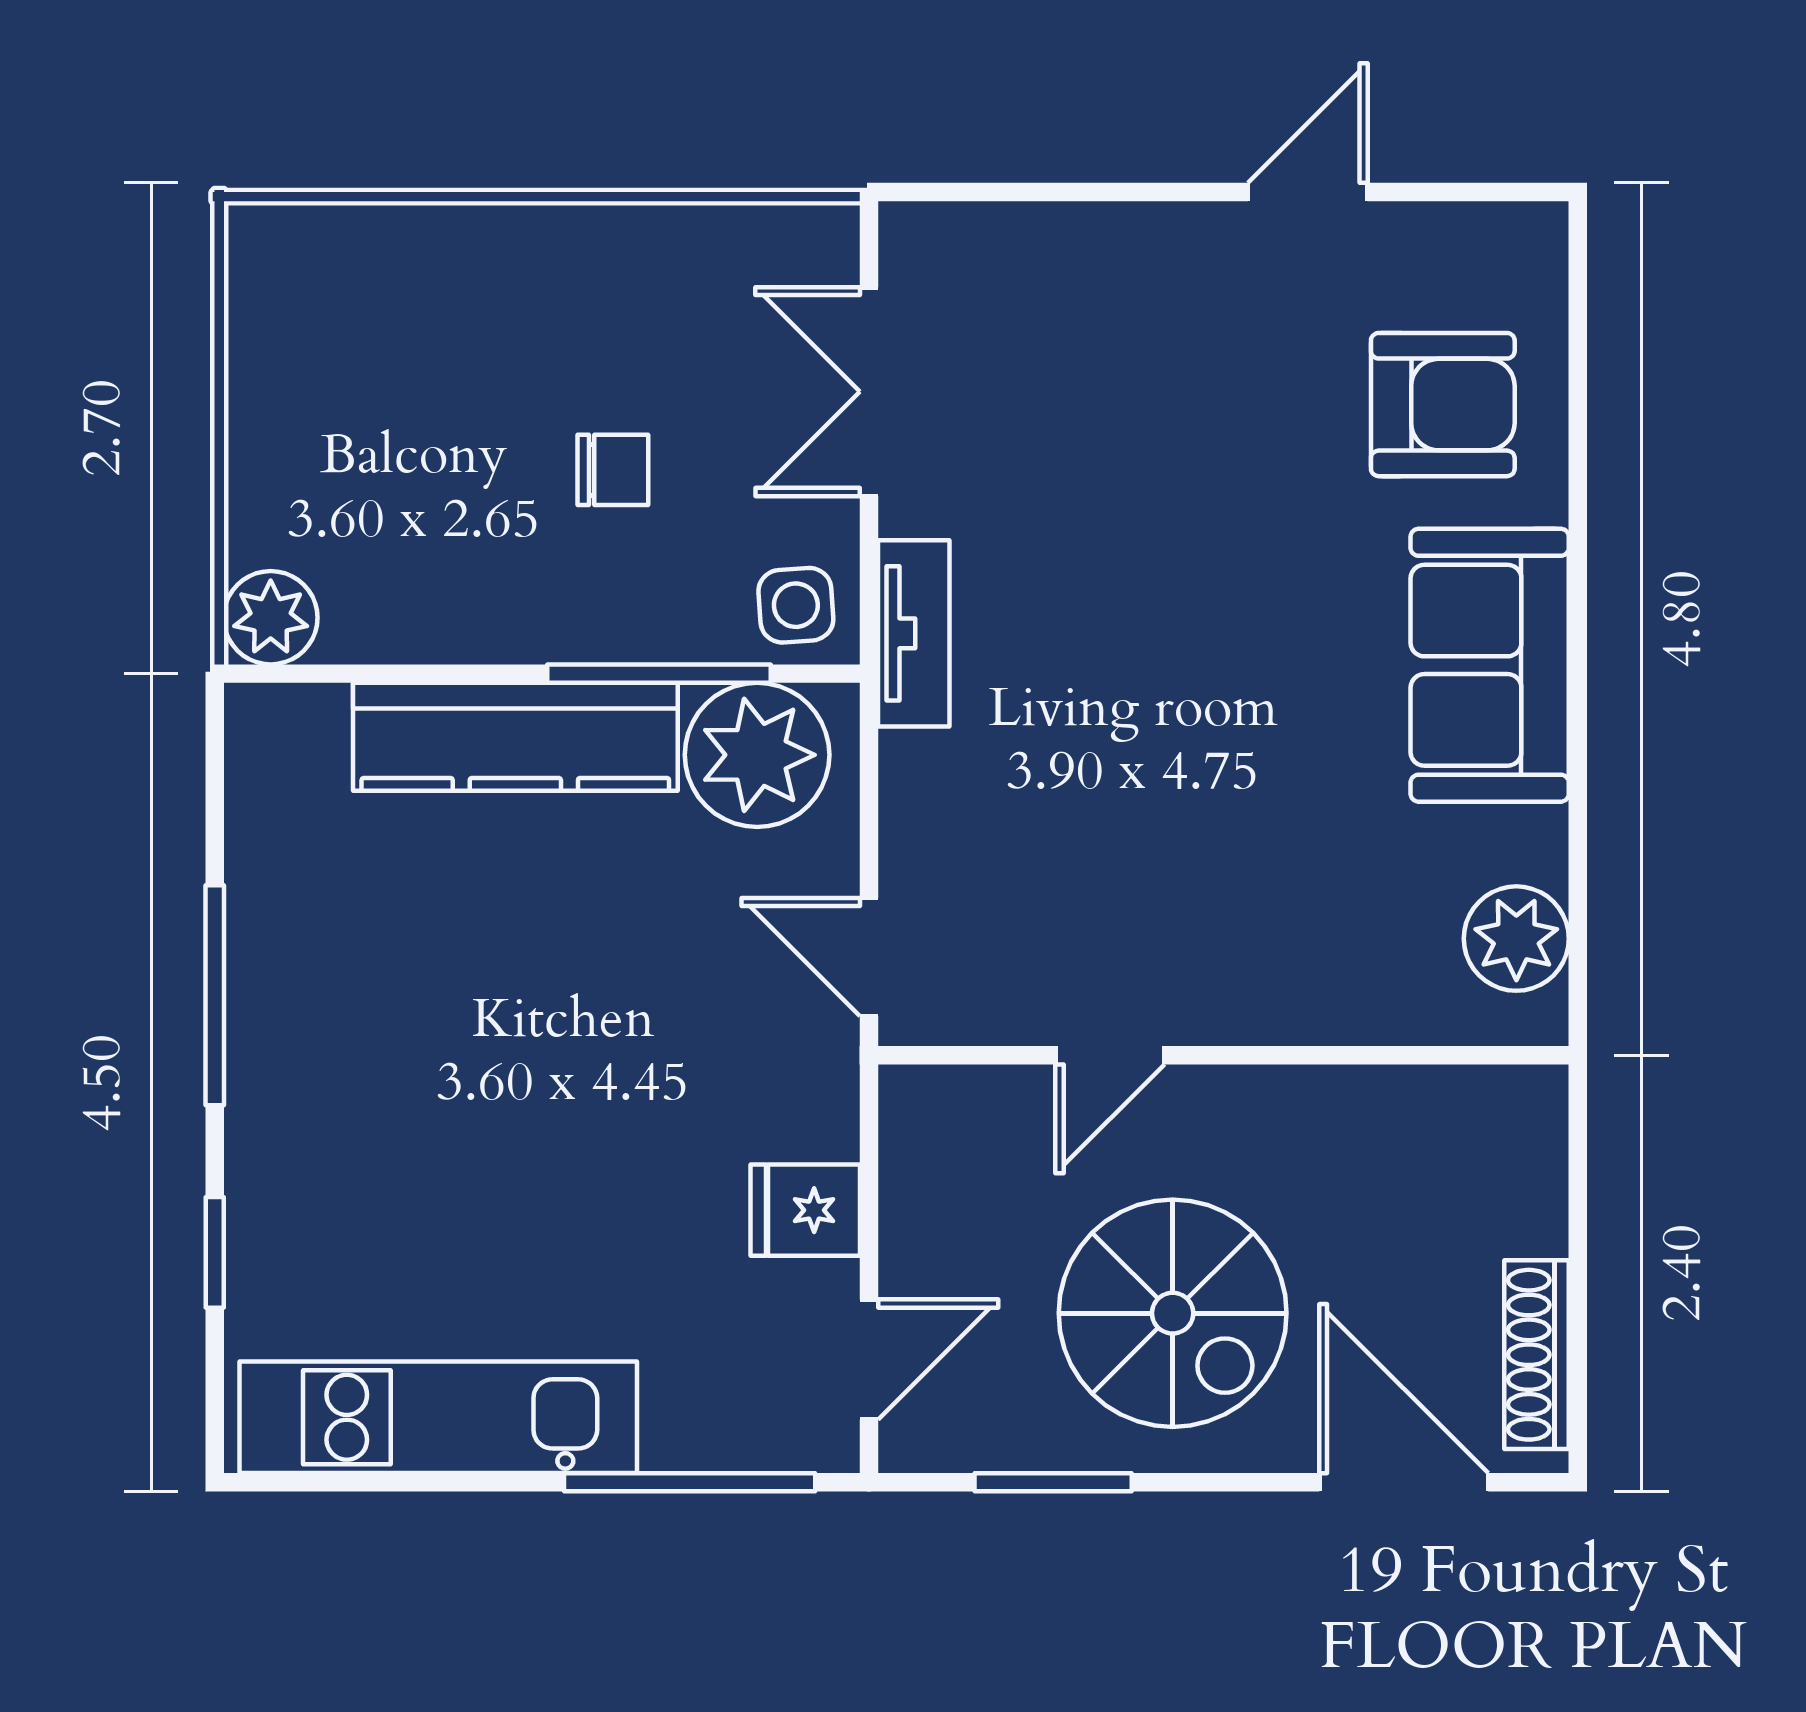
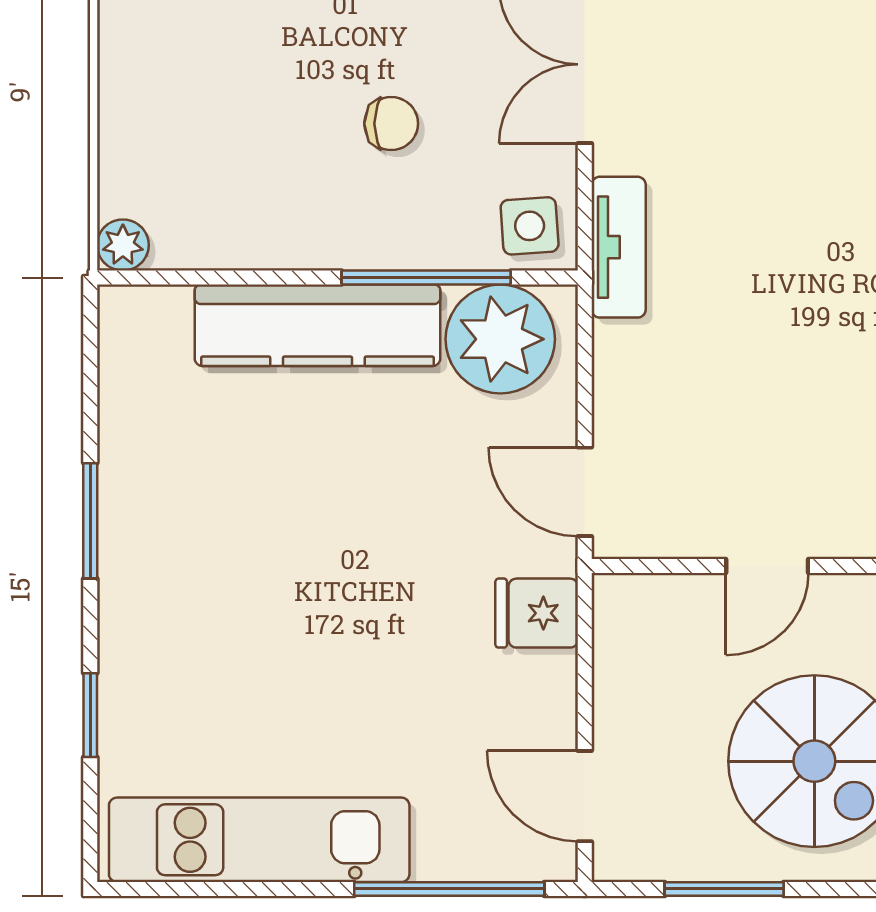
plant: (271, 618) -> (123, 245), width x0.73, depth x0.73
window: (215, 995) -> (90, 521), width x0.69
fridge: (805, 1210) -> (537, 613), moved
door: (869, 1359) -> (585, 796), swing flipped

